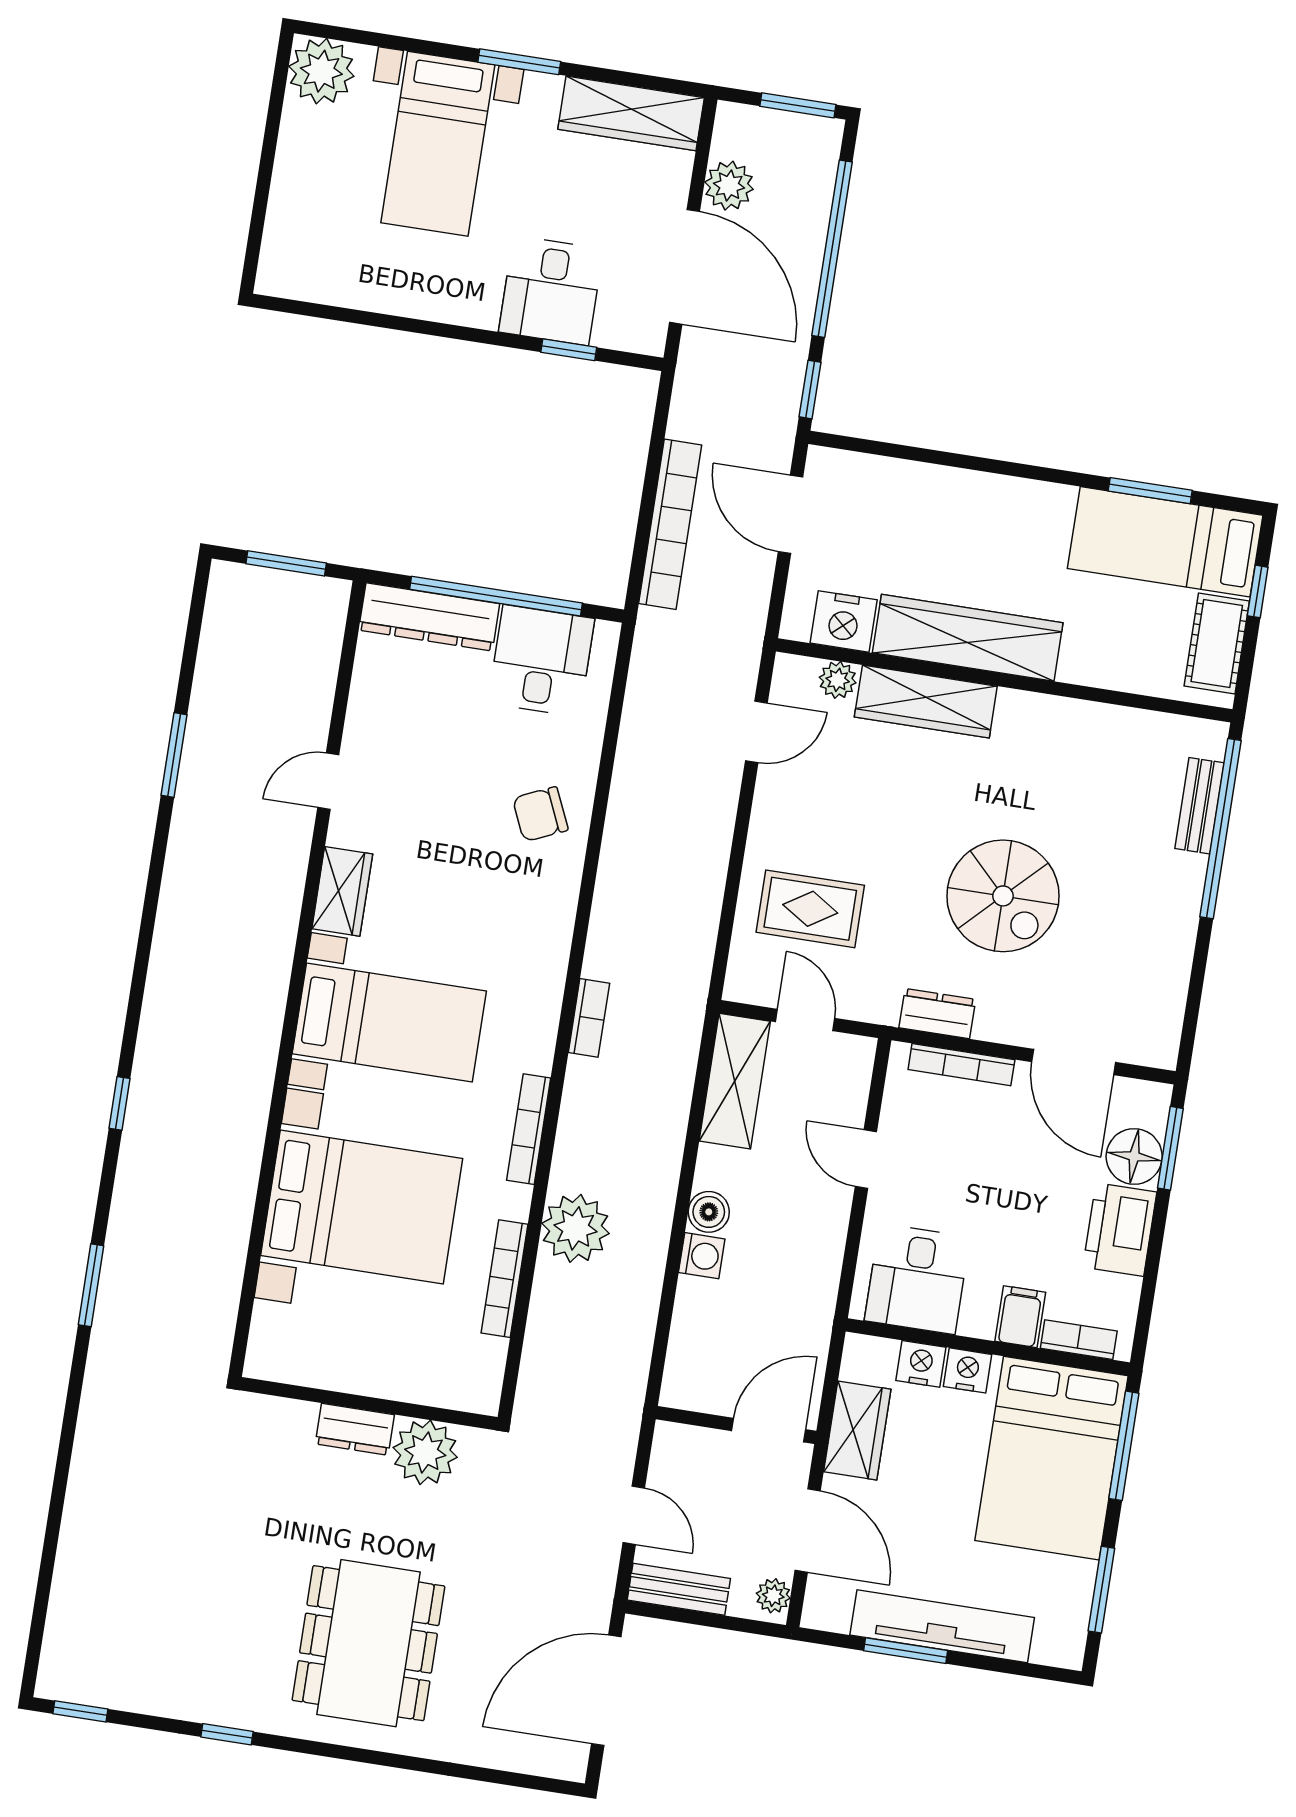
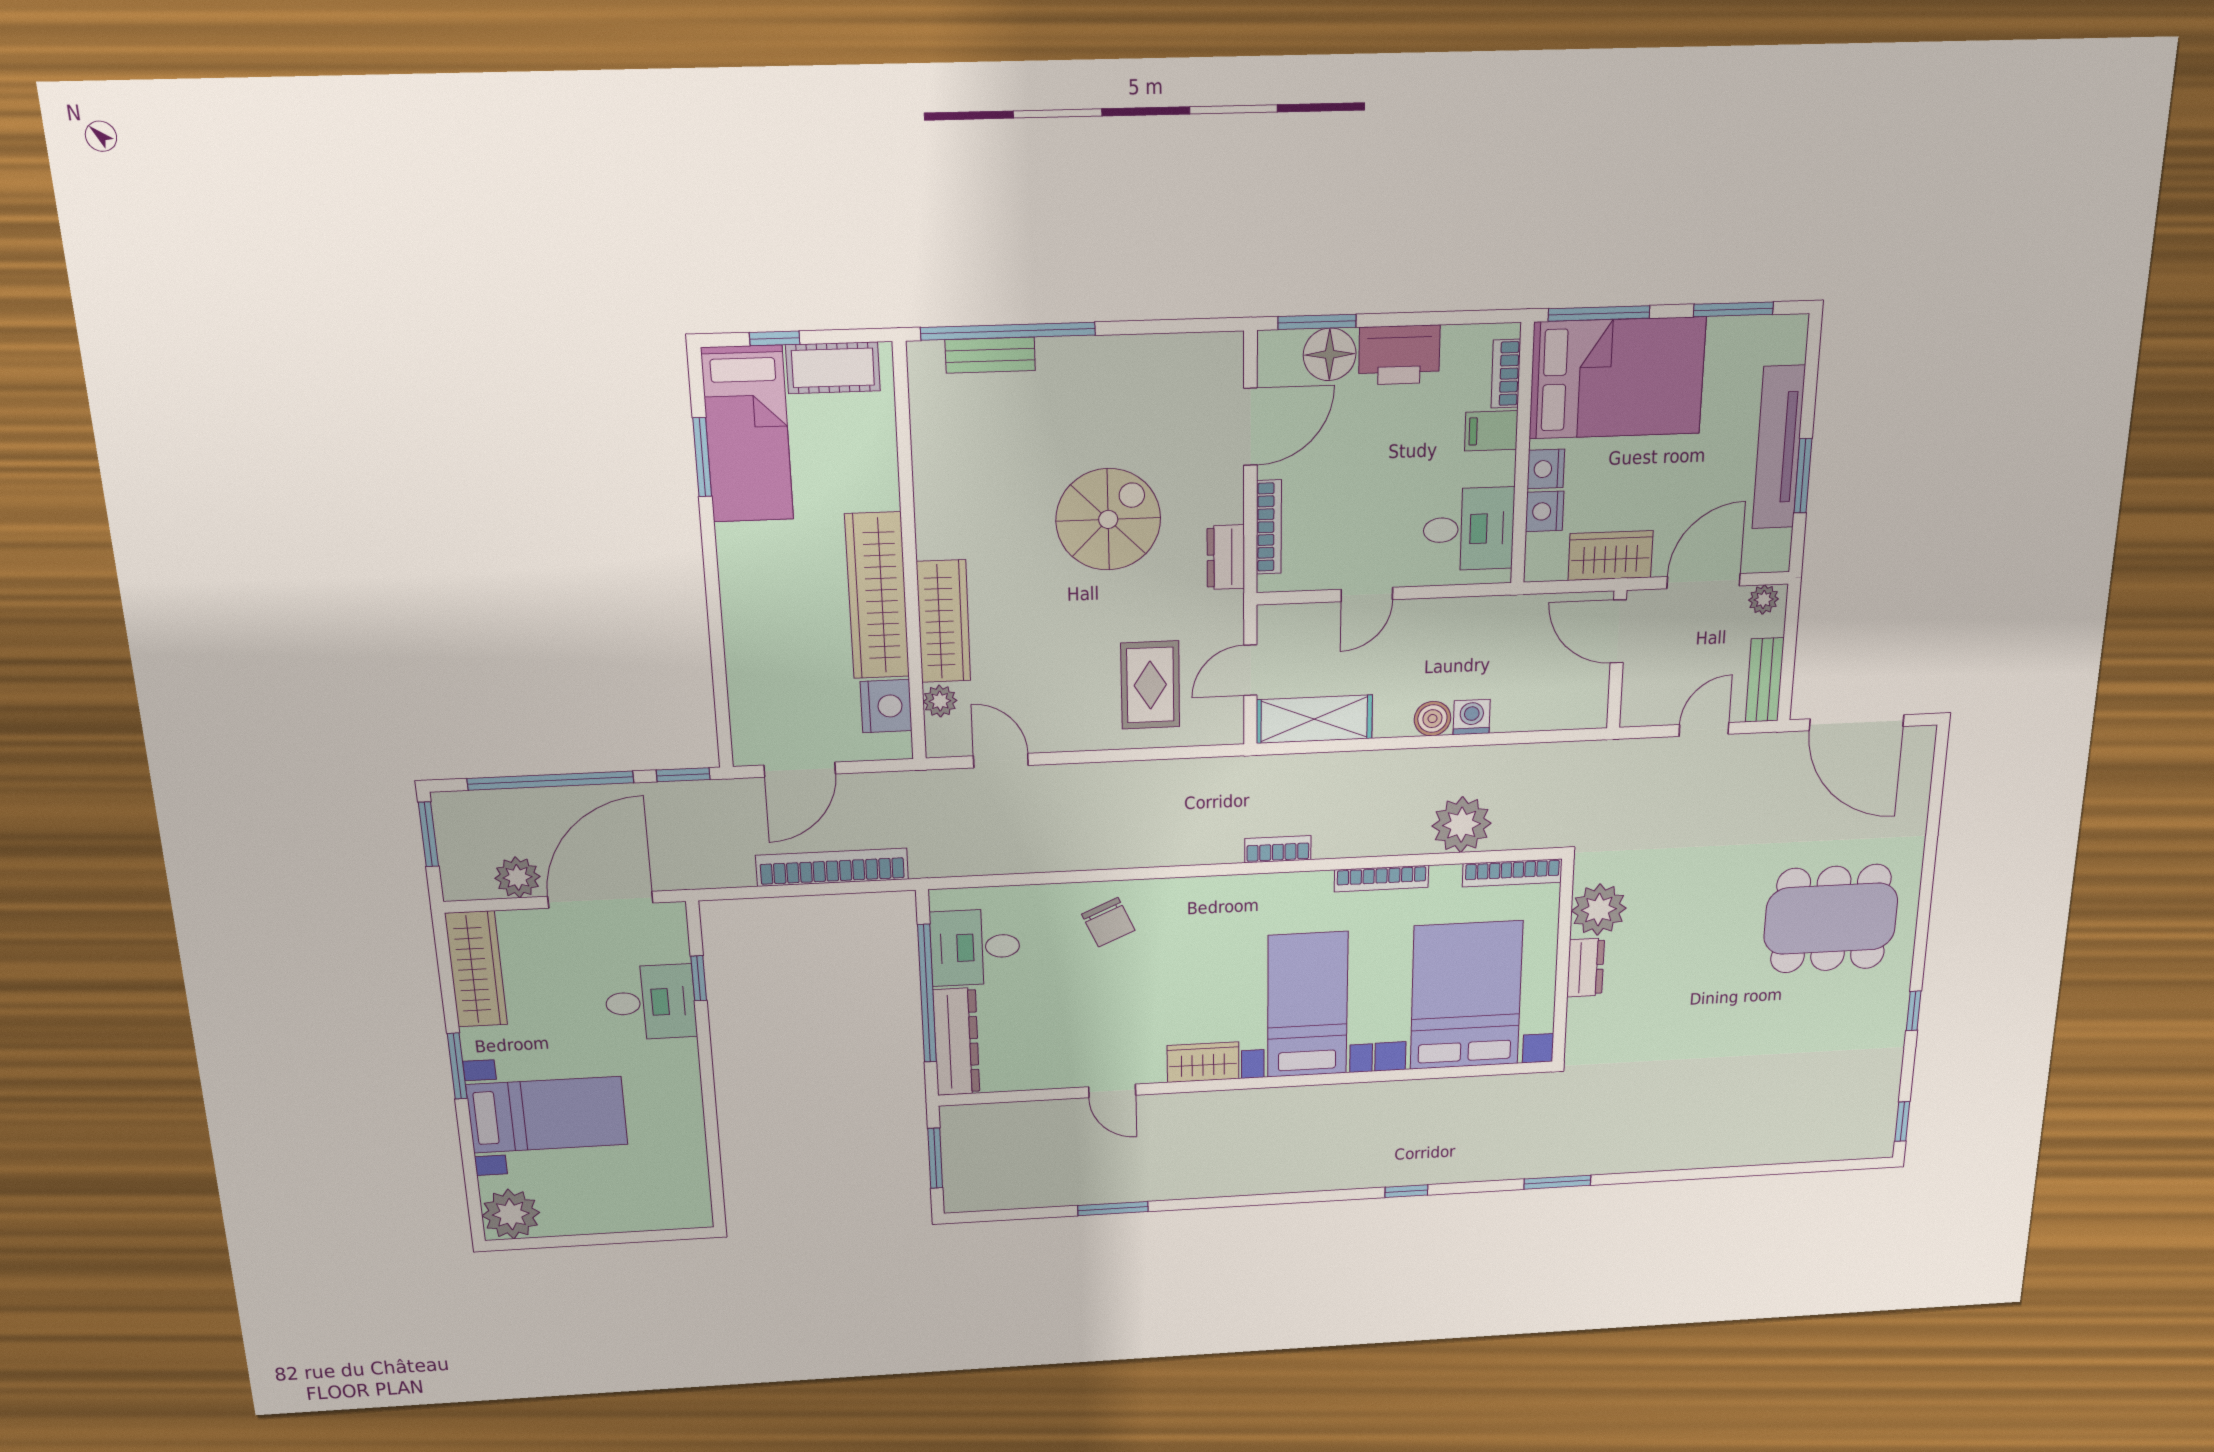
wall: (369, 1404) -> (1563, 961), moved
dresser: (355, 1429) -> (1586, 968), moved
plant: (425, 1452) -> (1599, 910), moved

